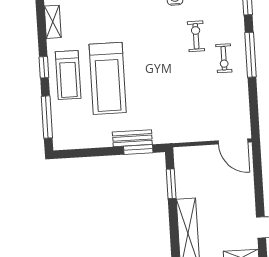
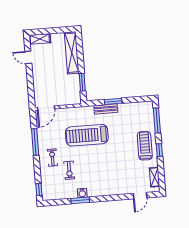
window: (251, 55) -> (35, 142), moved
treadmill: (108, 78) -> (87, 135), moved, turned -90
door: (233, 141) -> (46, 108), swing flipped
window: (138, 149) -> (113, 101), moved

